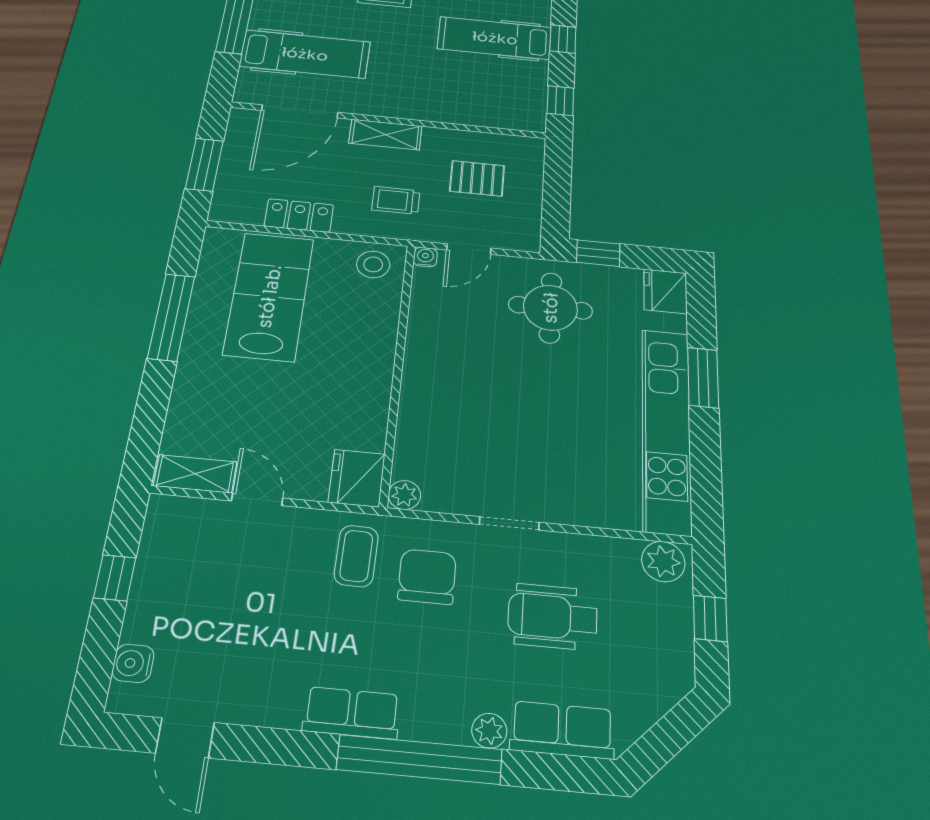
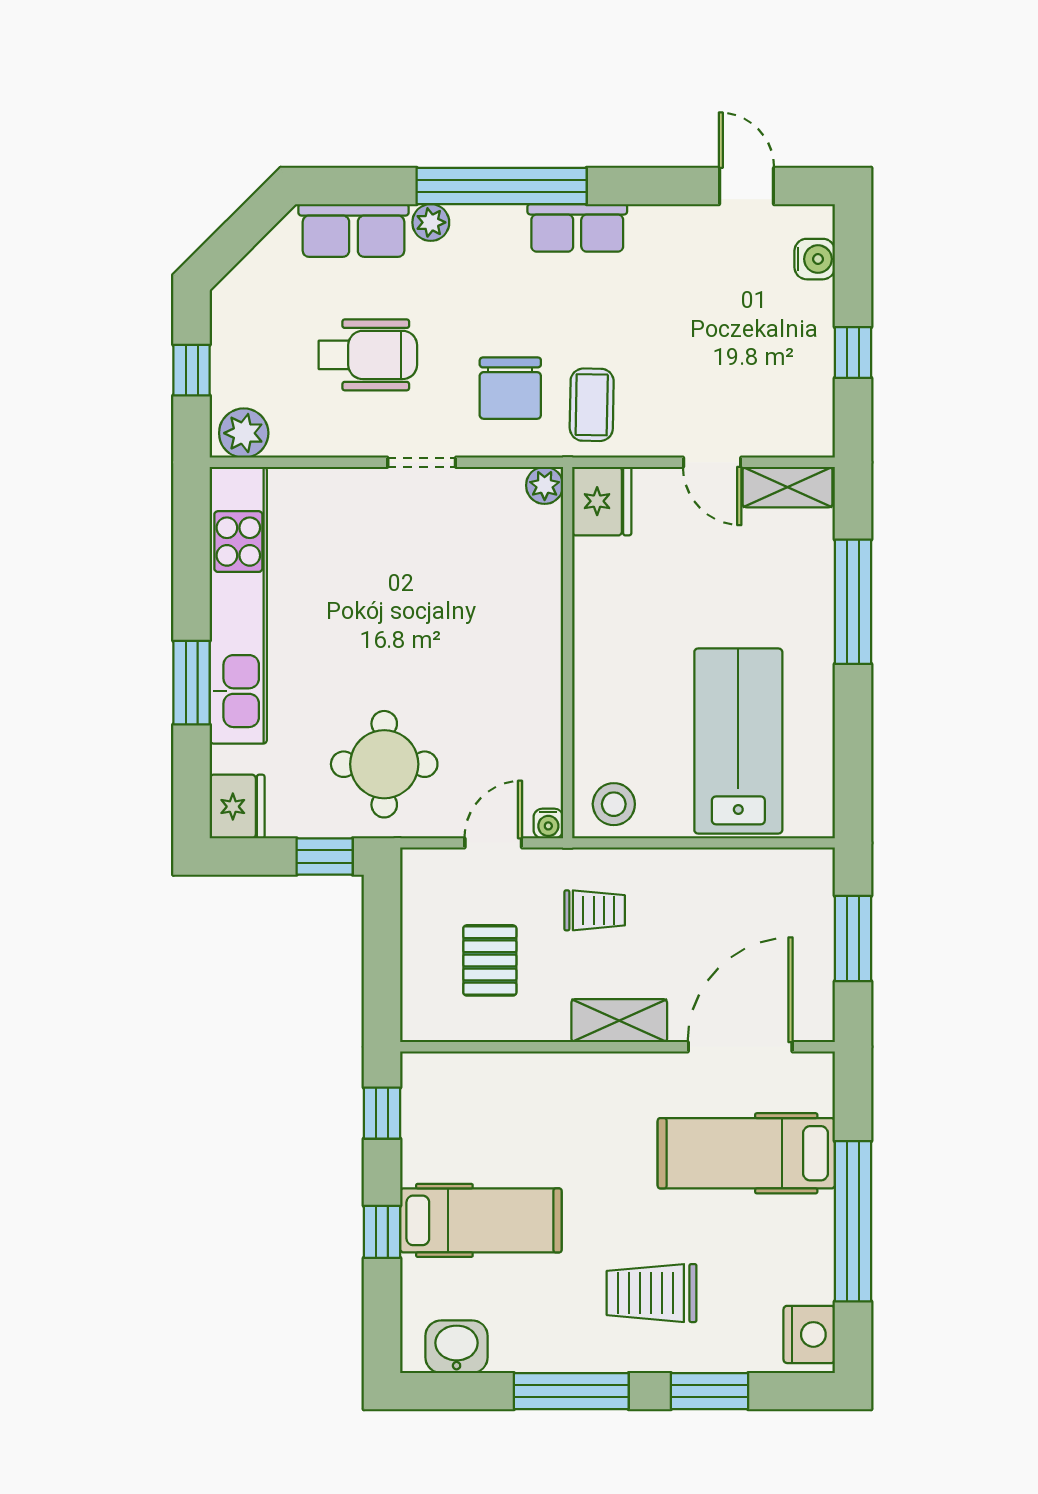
pallet: (477, 178) -> (490, 960), turned 90
locker: (299, 215) -> (718, 870), removed
lab bench: (269, 296) -> (738, 741), turned 180
window: (171, 317) -> (853, 602), moved

